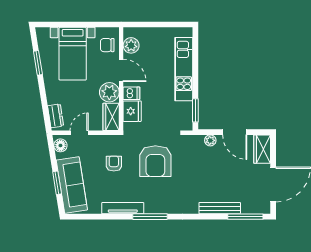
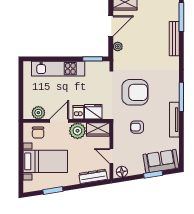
dresser: (56, 116) -> (93, 176), width x1.44
sofa: (72, 185) -> (161, 161), width x0.73

